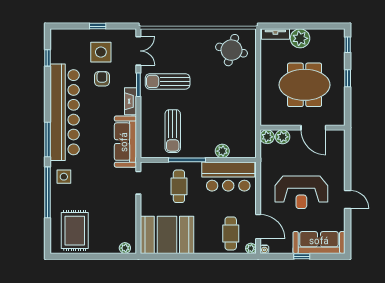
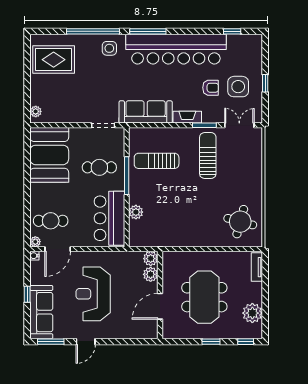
plant: (300, 38) -> (252, 313), moved
double door: (138, 51) -> (239, 125), swing flipped
window: (348, 233) -> (51, 342), added

